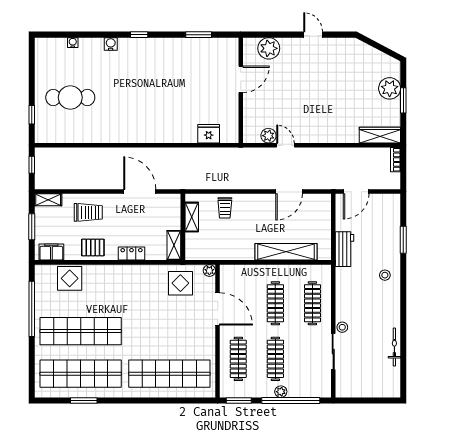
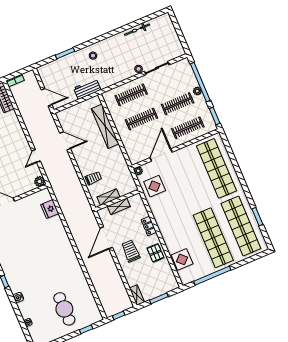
plant: (268, 136) -> (39, 181), moved
trolley: (88, 212) -> (131, 251), moved
shelving: (174, 245) -> (119, 206), moved
filing cabinet: (51, 252) -> (170, 279), removed

